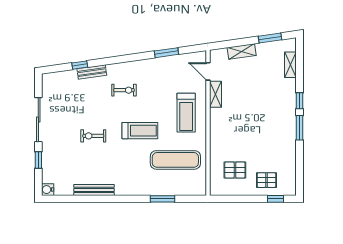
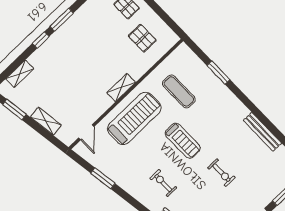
shelving: (215, 94) -> (121, 88), moved
treadmill: (186, 113) -> (134, 118), width x1.37, depth x1.37
treadmill: (140, 131) -> (183, 141), turned 180
exercise mat: (175, 160) -> (179, 91), width x0.73, depth x0.69

